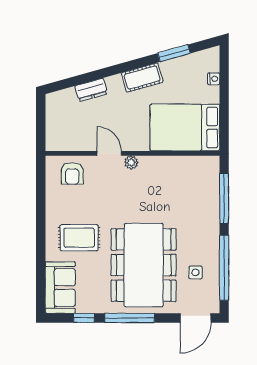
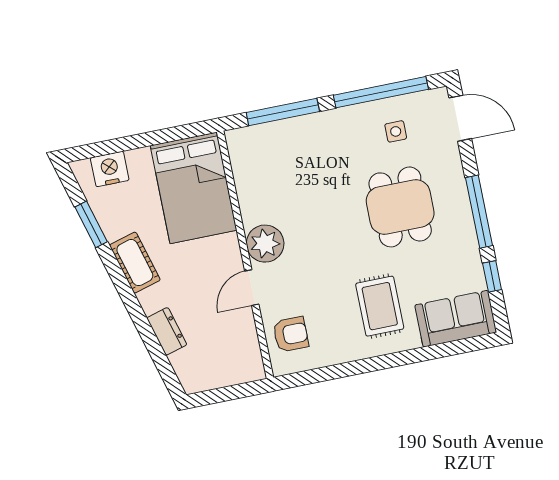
nightstand: (214, 79) -> (110, 169), width x1.89, depth x1.79
plant: (131, 162) -> (265, 244), width x1.87, depth x1.87
dining table: (144, 265) -> (400, 207), width x0.53, depth x0.80

